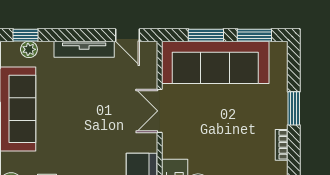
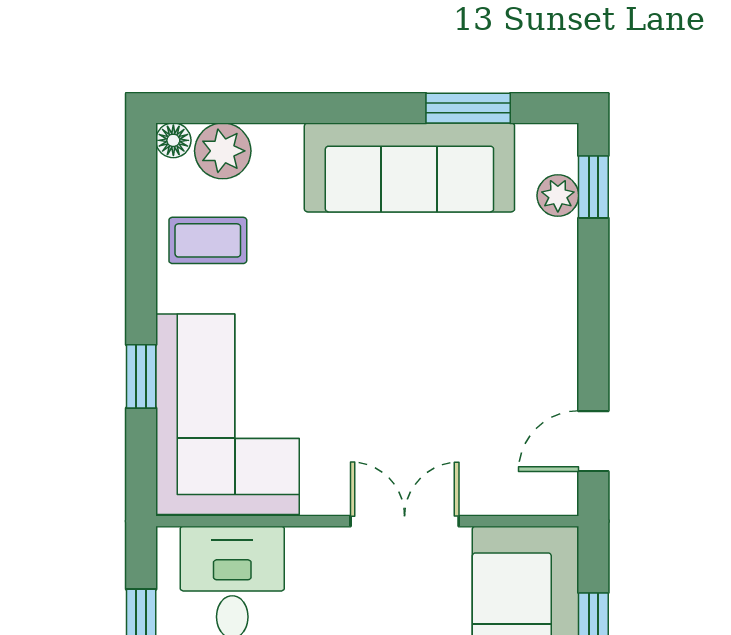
tv unit: (84, 49) -> (558, 333), removed

